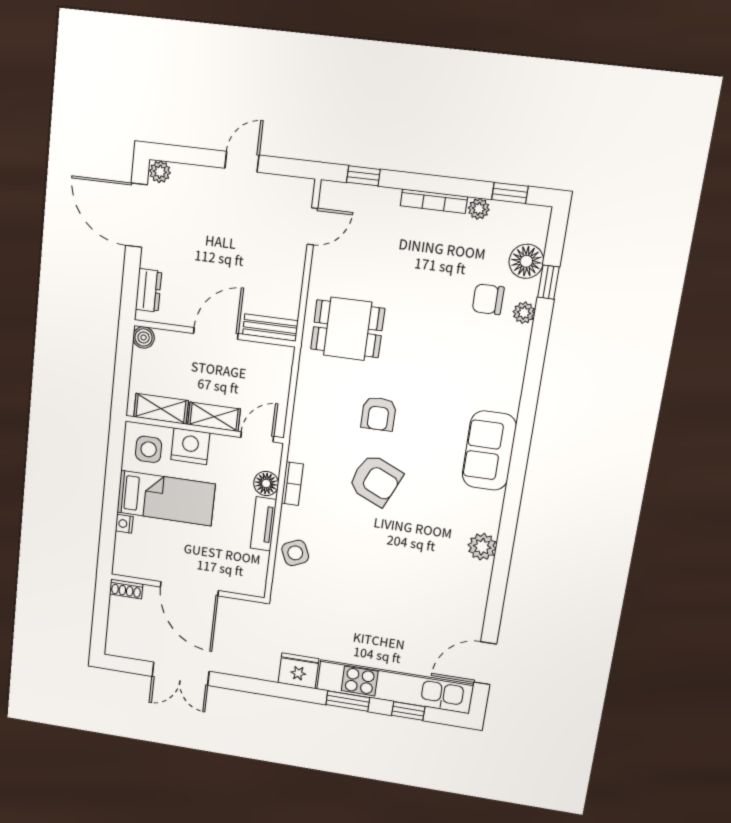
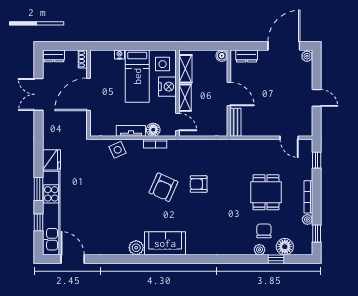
dining table: (348, 329) -> (266, 192), moved
sofa: (489, 451) -> (165, 243), moved
dresser: (116, 637) -> (54, 56), added

